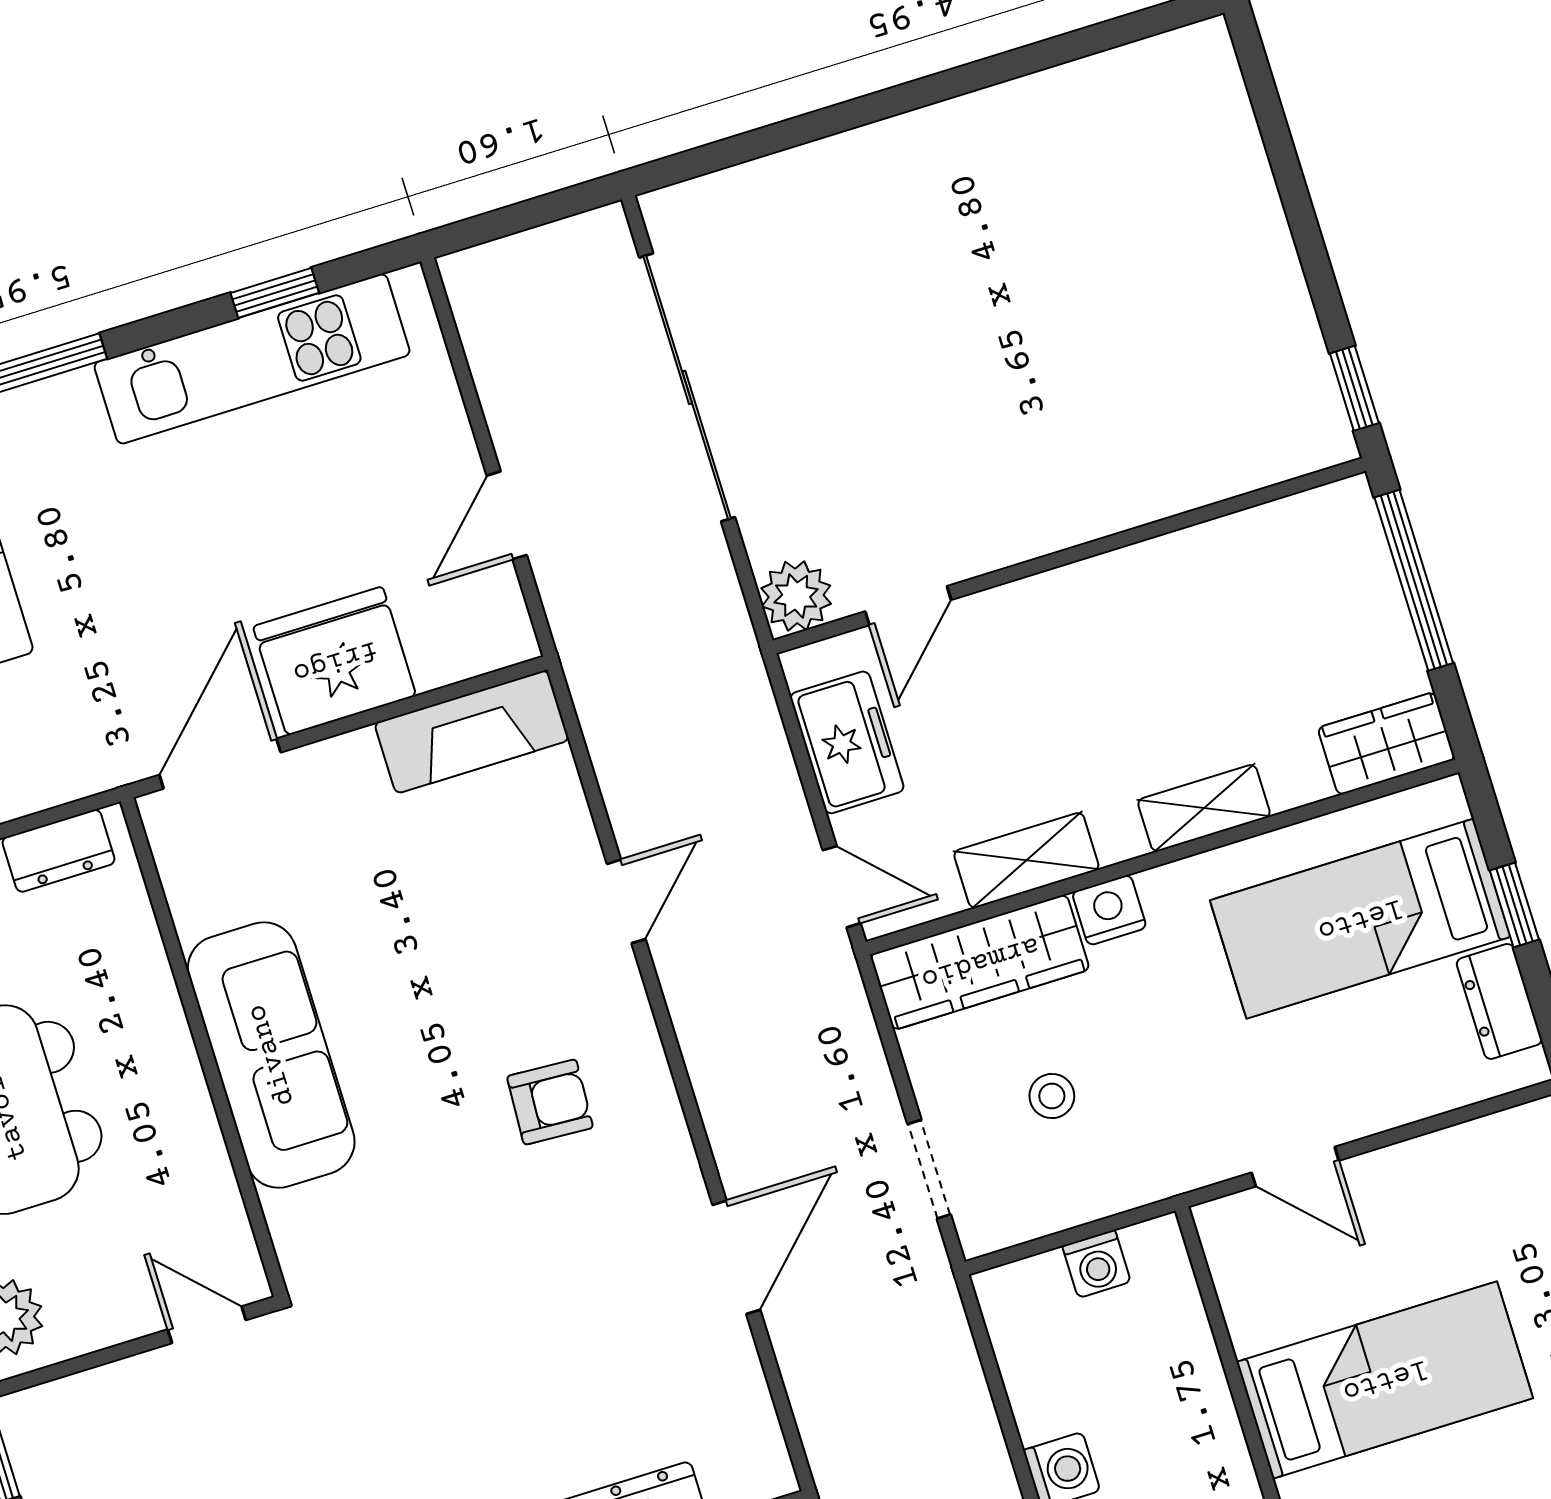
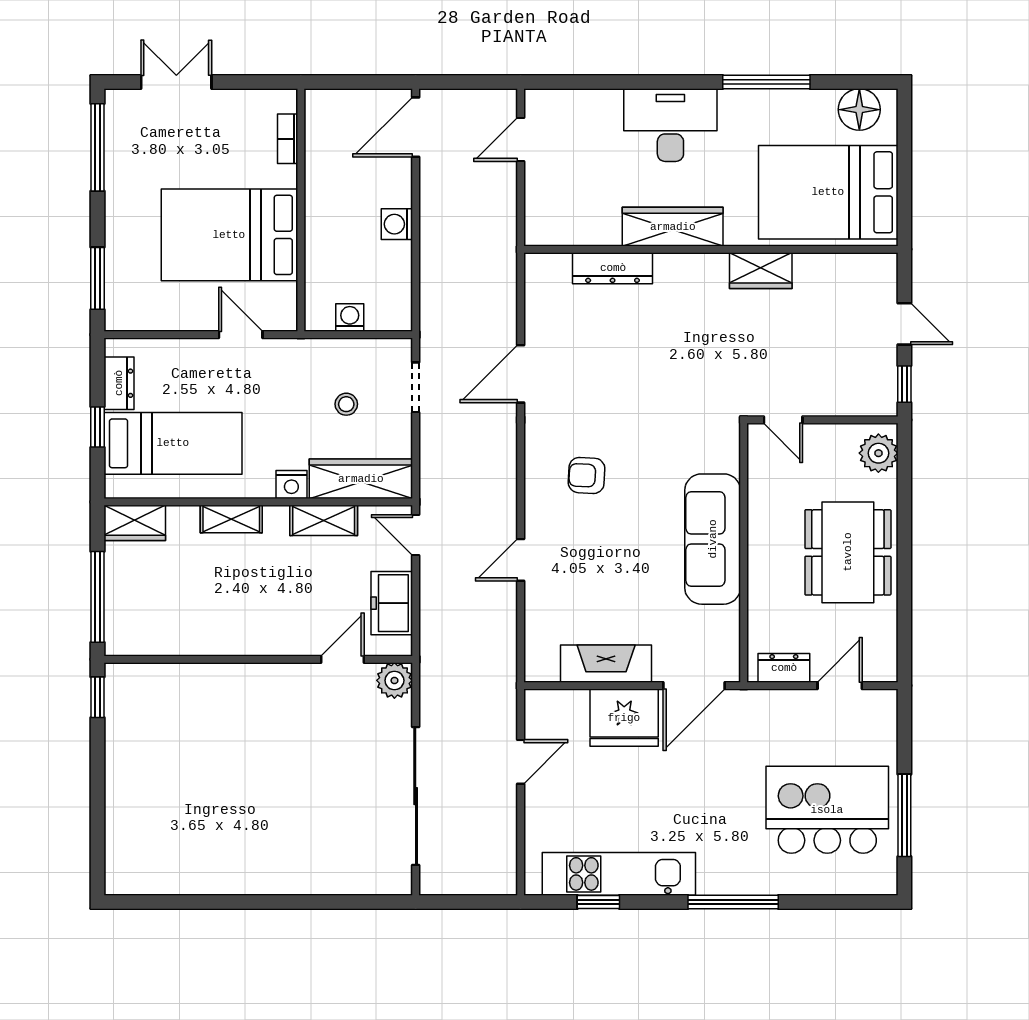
fireplace: (472, 732) -> (606, 664), moved
bed: (1385, 1380) -> (229, 235), width x1.50

